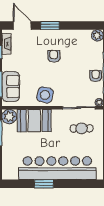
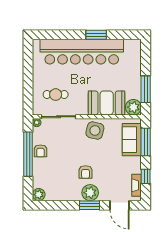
plant: (49, 37) -> (90, 193), added

